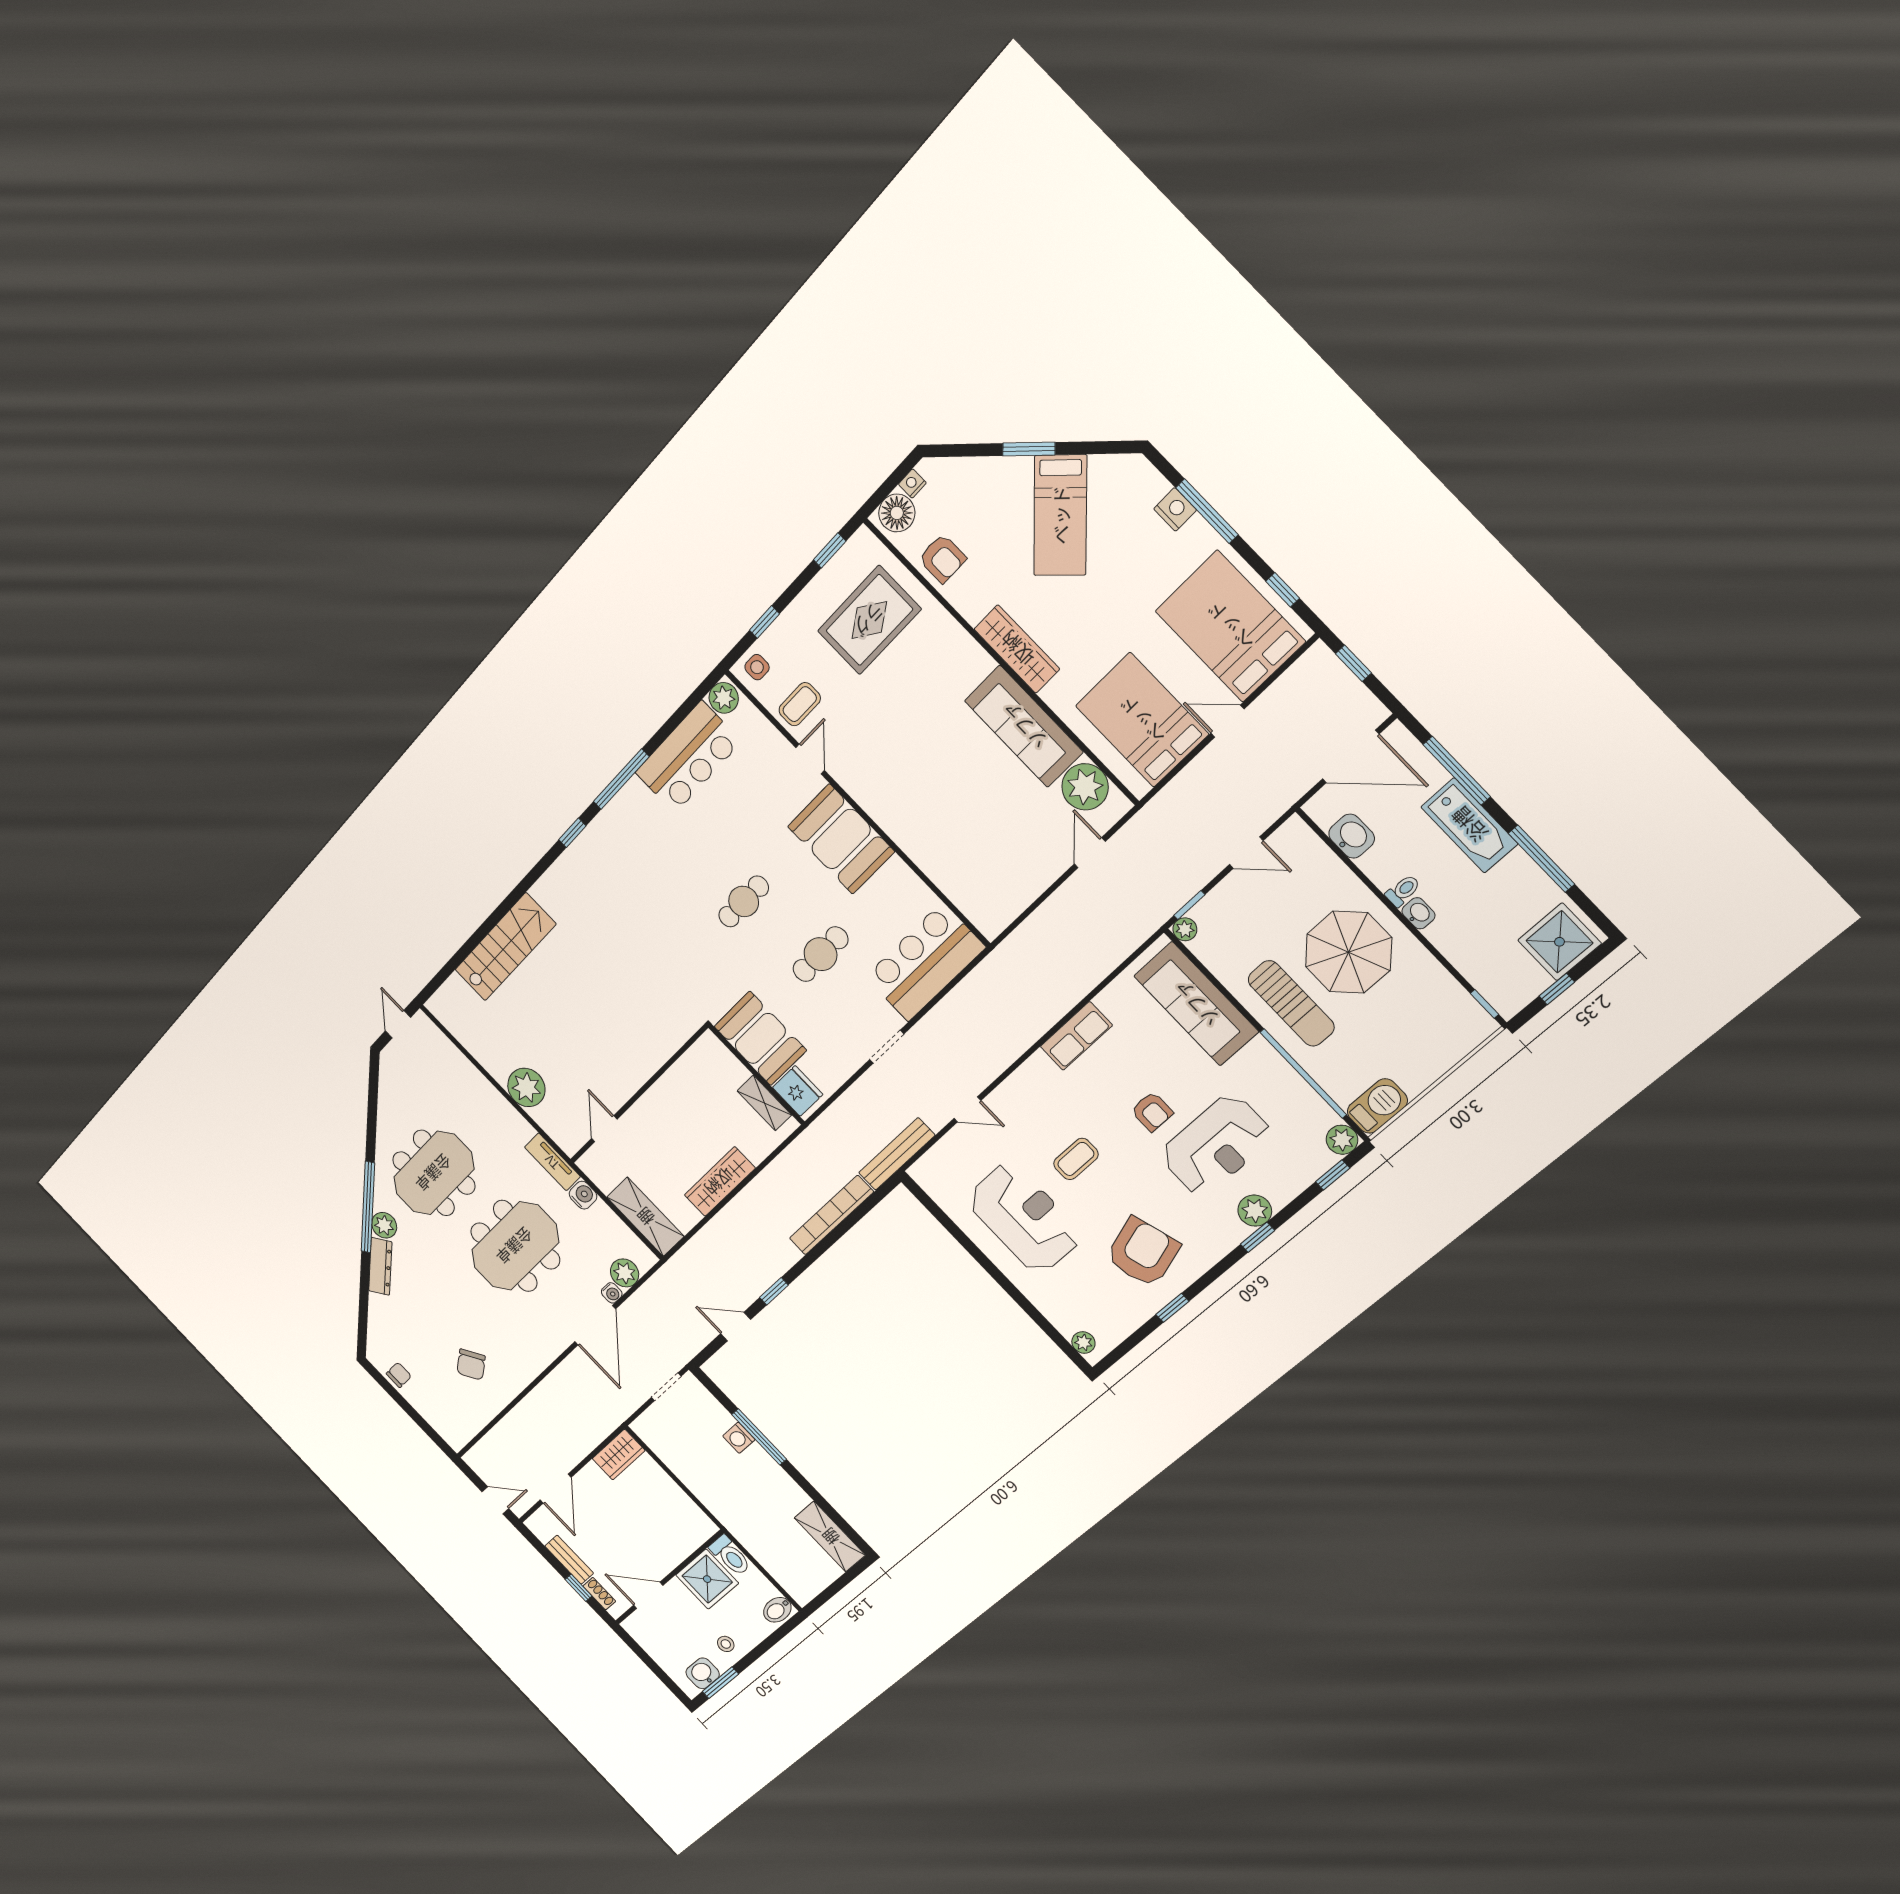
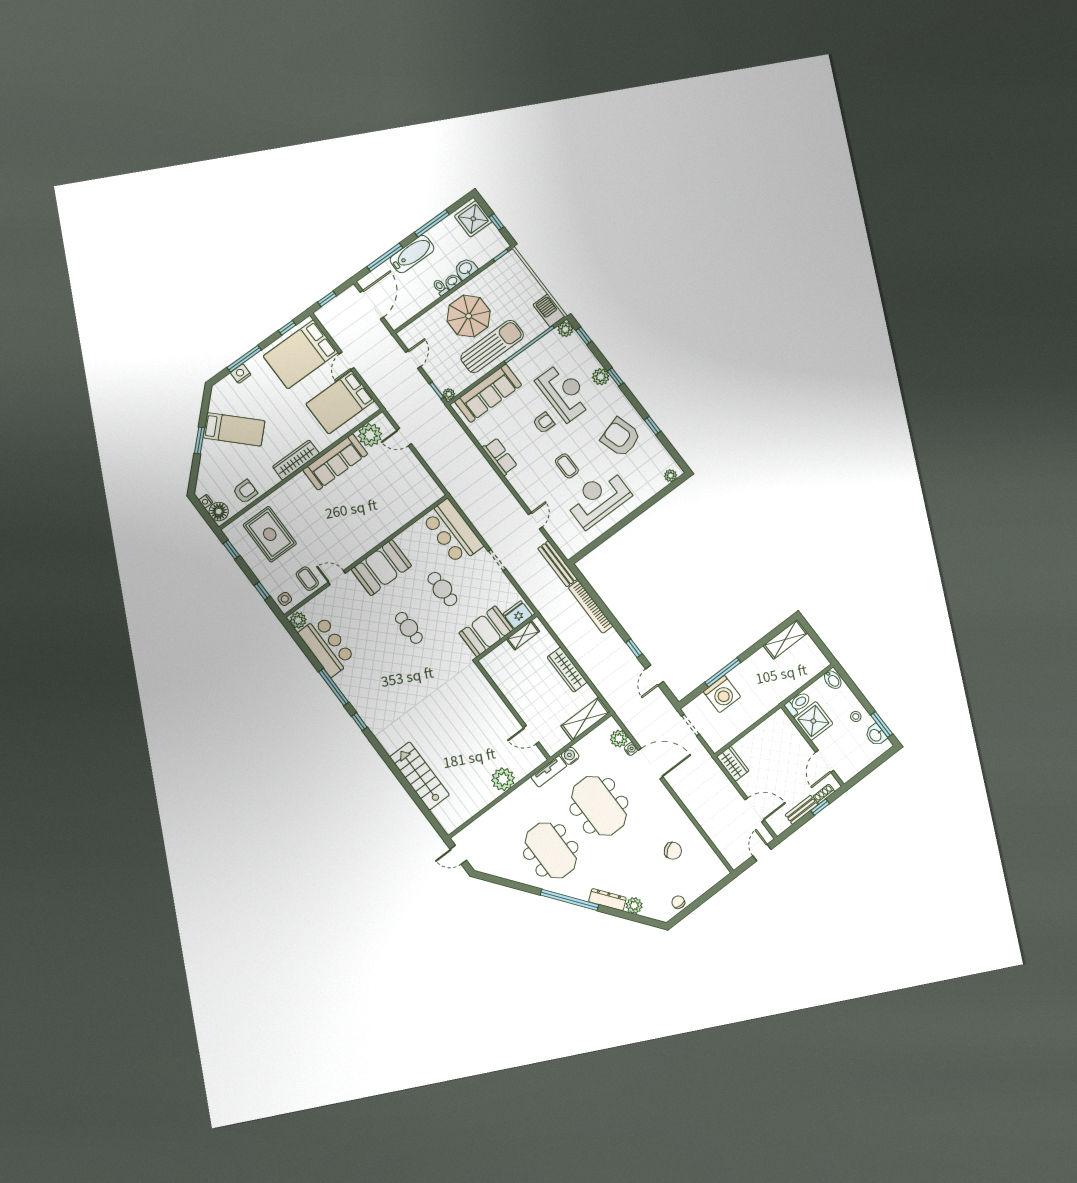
washbasin: (1352, 836) -> (466, 269), moved
sun lounger: (1291, 1003) -> (492, 346), width x1.36, depth x1.34
plant: (384, 1225) -> (634, 906), moved
washing machine: (739, 1438) -> (722, 694), width x1.89, depth x1.89

